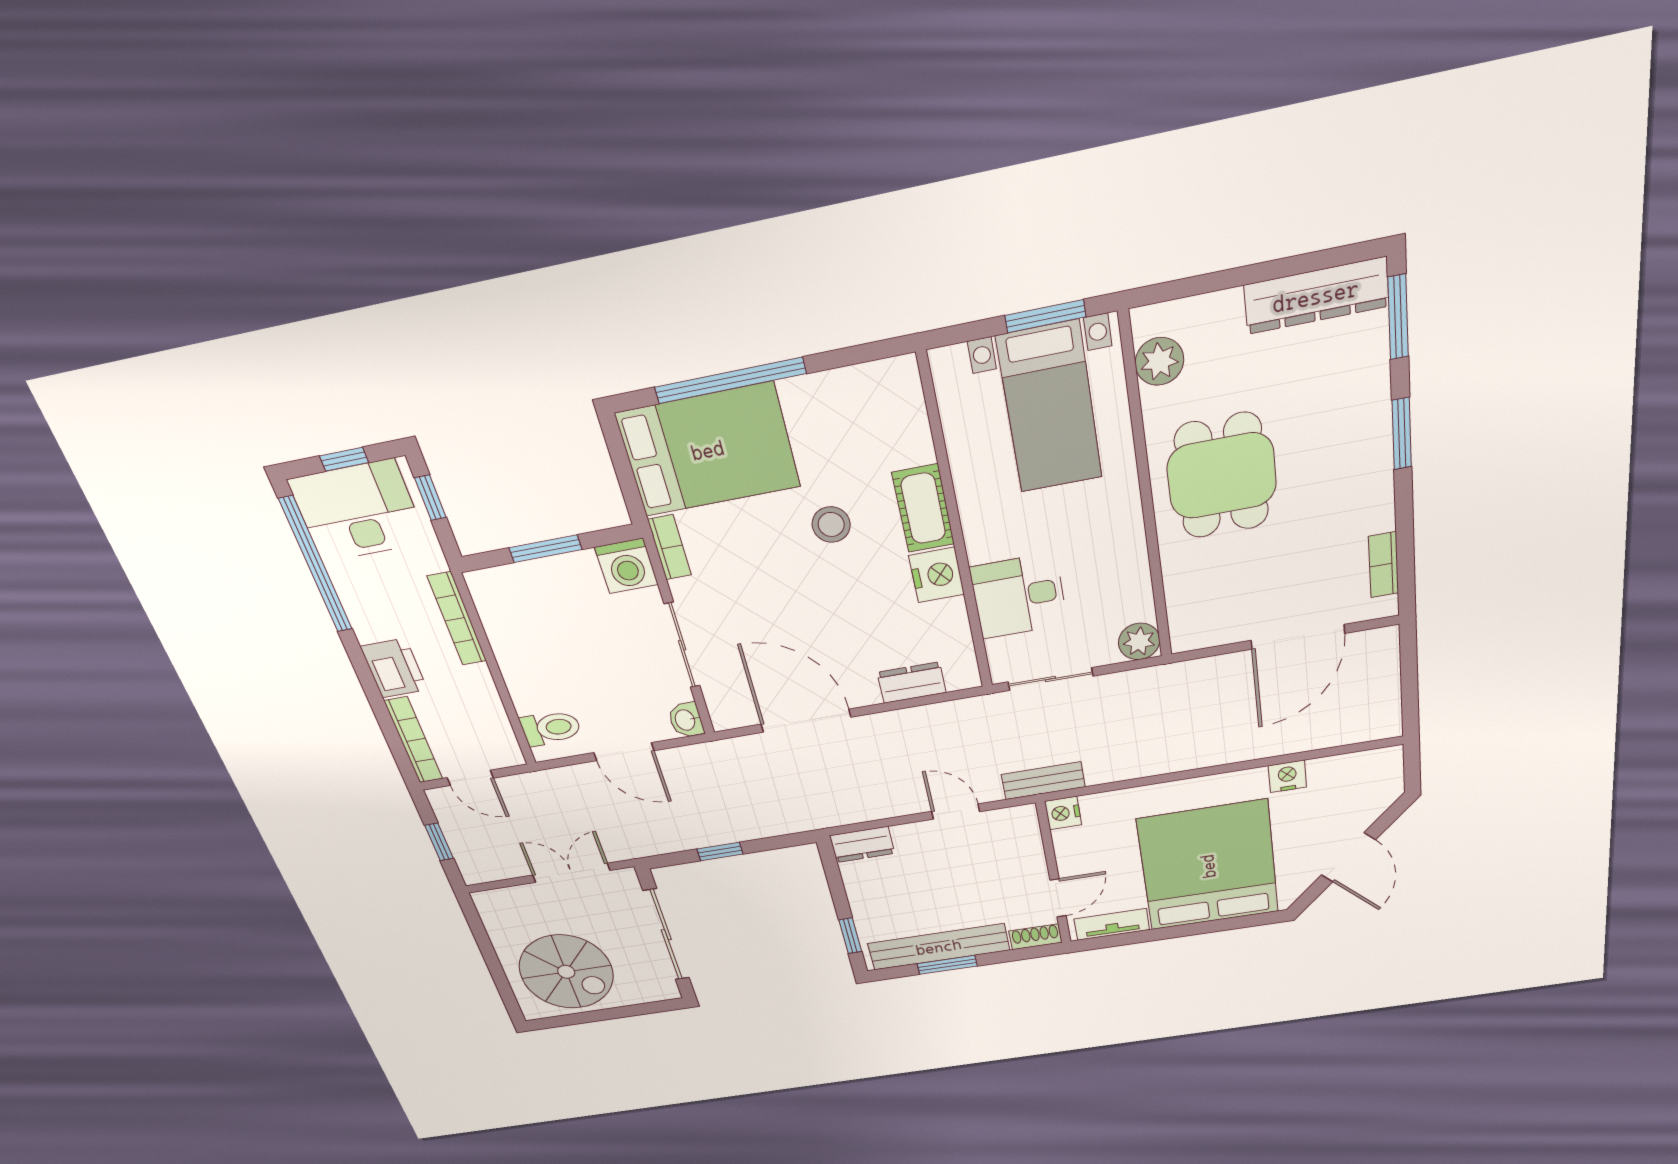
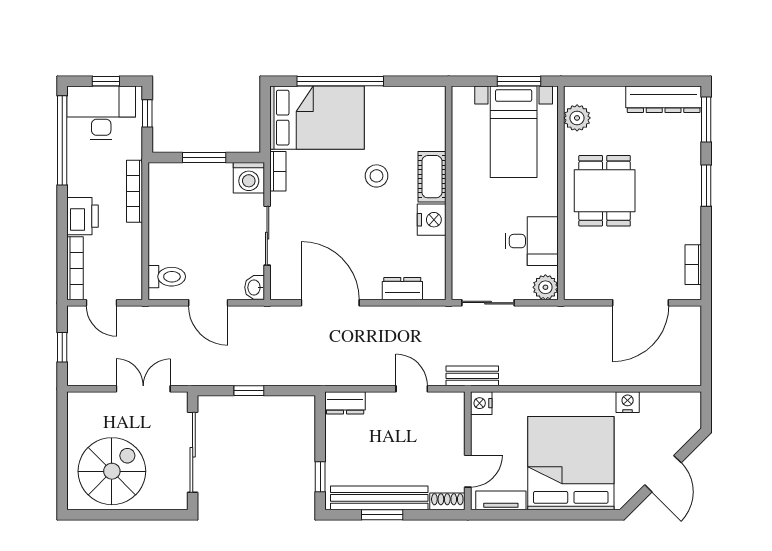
desk: (1019, 596) -> (532, 241), moved, turned 180
spiral stairs: (566, 972) -> (112, 471), turned -90

